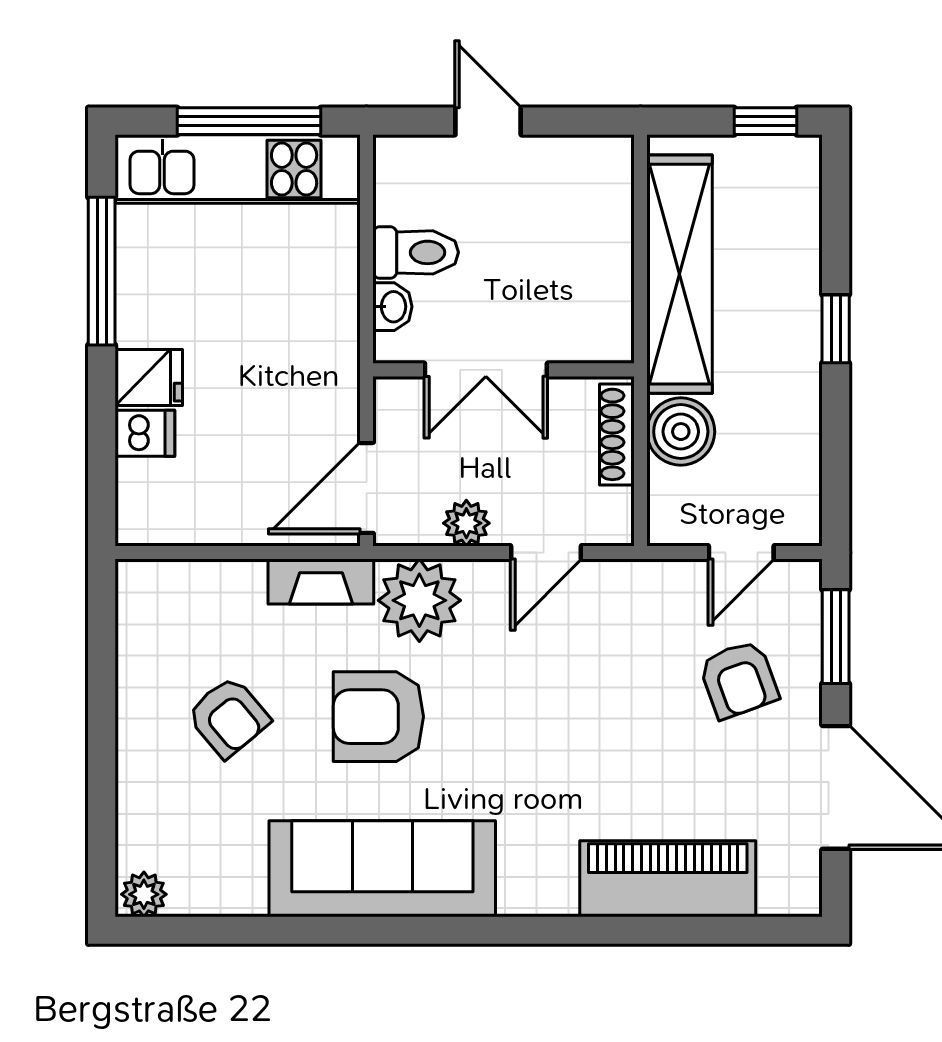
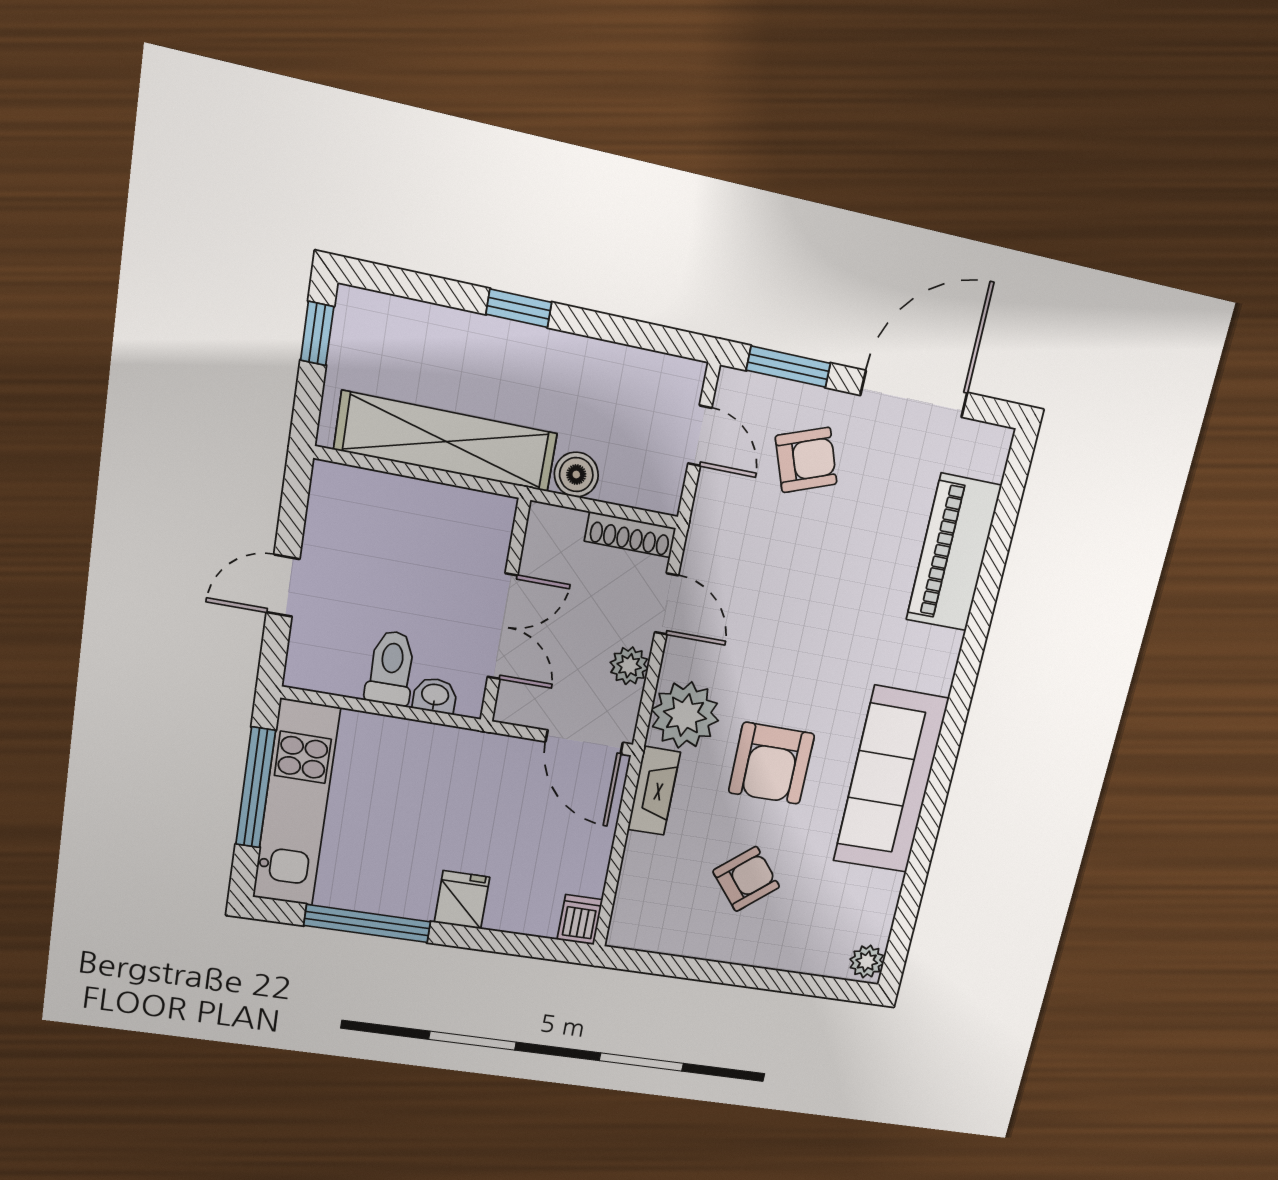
boiler: (681, 432) -> (576, 475), width x0.73, depth x0.73
dishwasher: (145, 433) -> (580, 920), moved
shoe rack: (617, 434) -> (630, 535), moved

